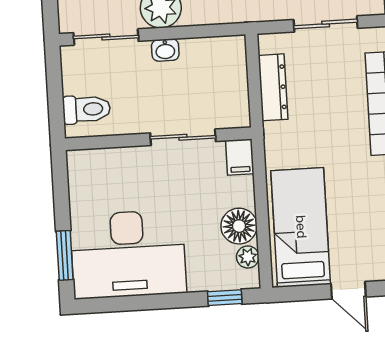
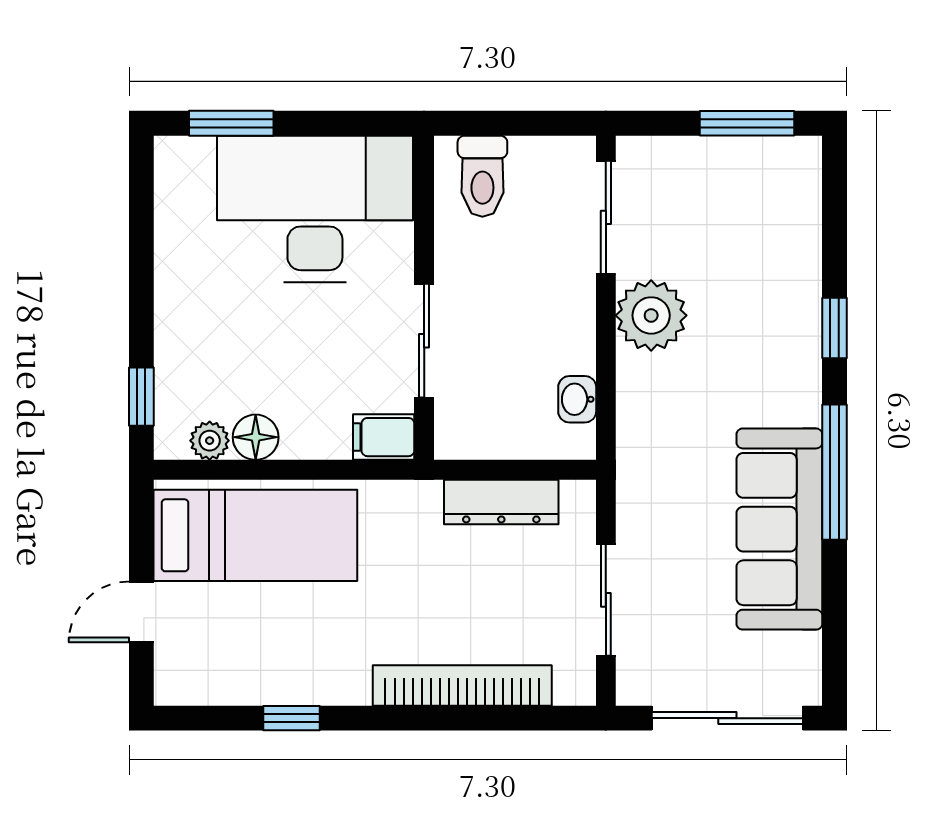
washbasin: (165, 50) -> (577, 399), moved
floor lamp: (239, 226) -> (256, 437), width x0.73, depth x0.73
desk: (128, 254) -> (315, 209), moved, turned 90

